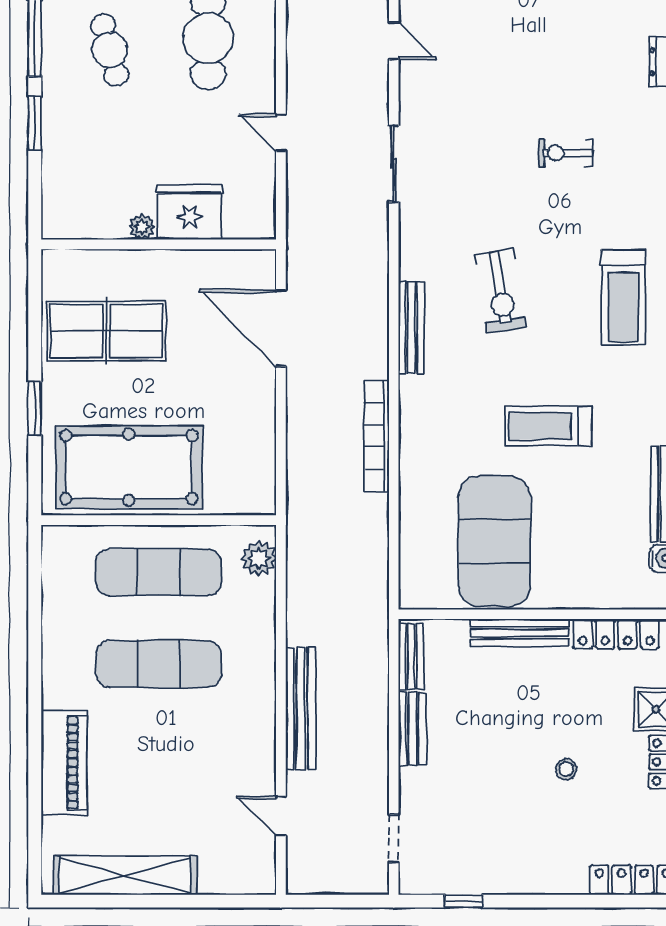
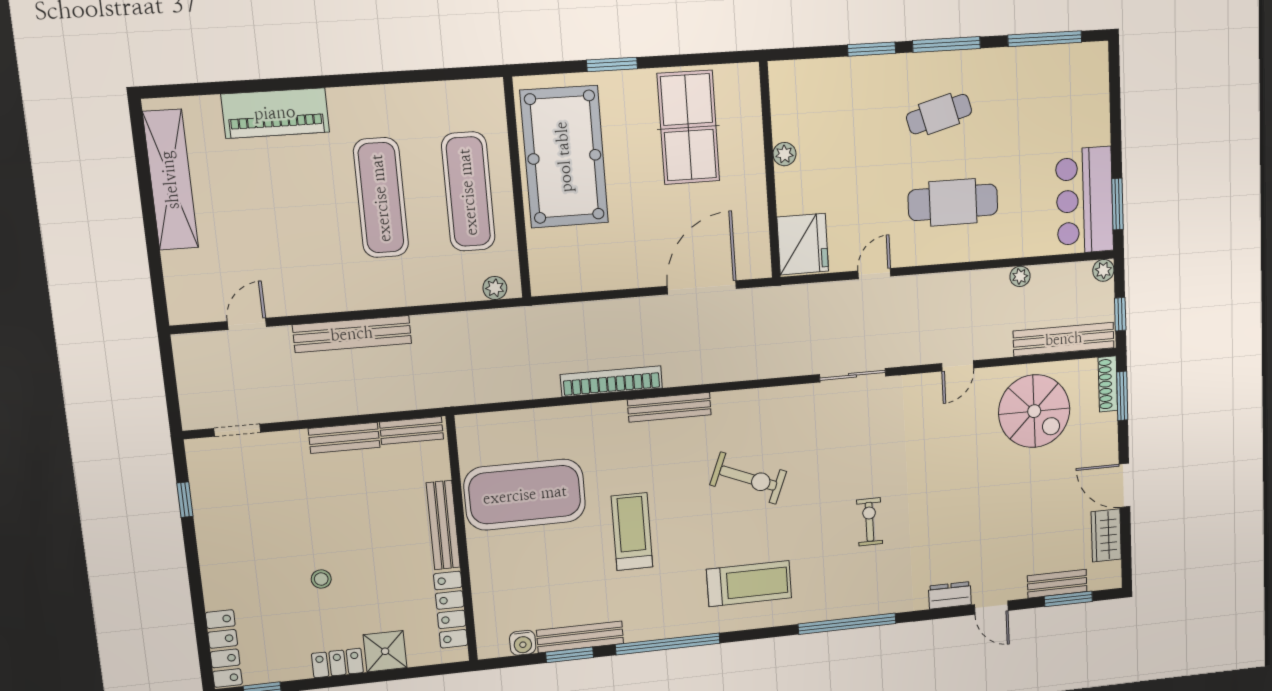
fridge: (189, 212) -> (803, 244), moved
exercise bike: (500, 290) -> (748, 478), turned -149
treadmill: (623, 297) -> (749, 584), turned 180
bench: (411, 328) -> (669, 407), moved
plant: (259, 558) -> (495, 288), width x0.73, depth x0.73

